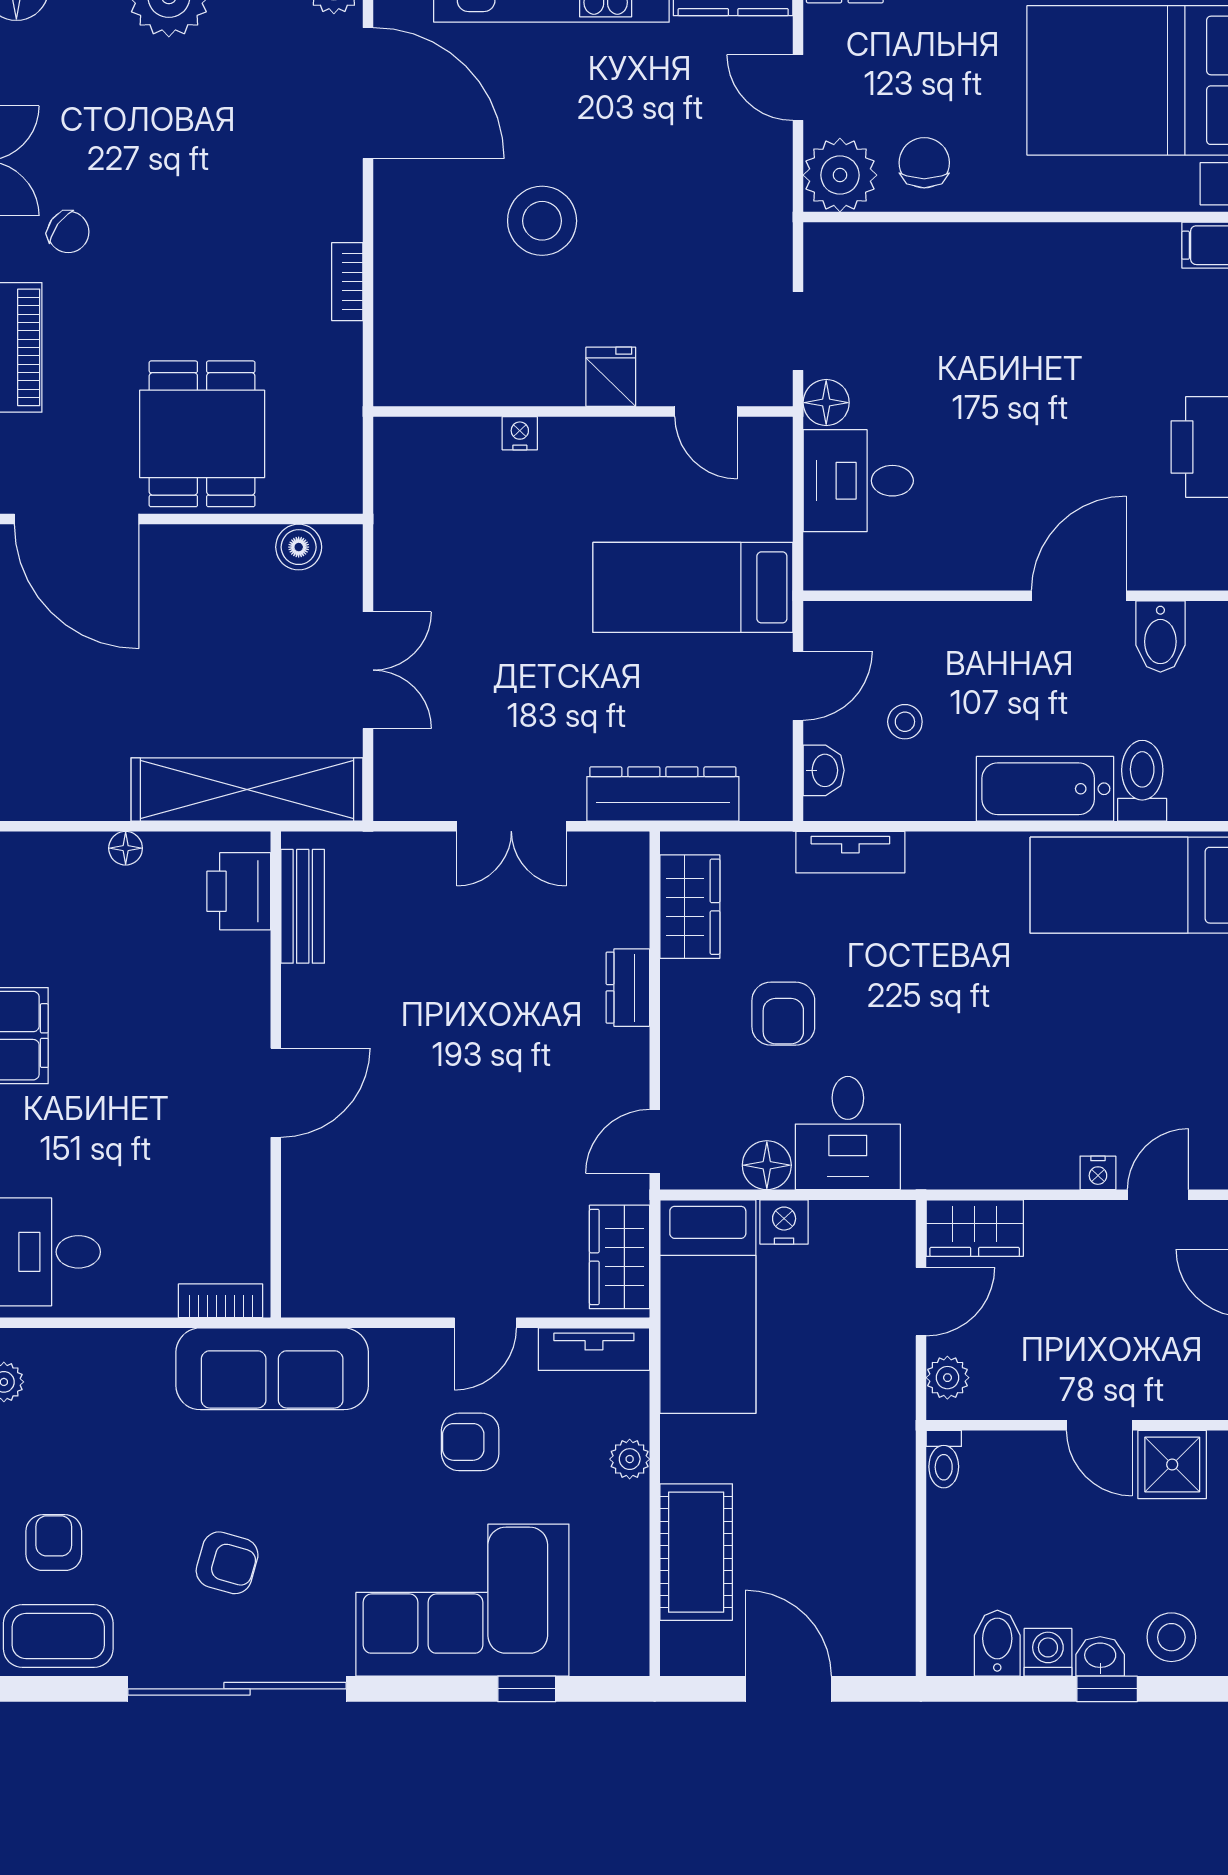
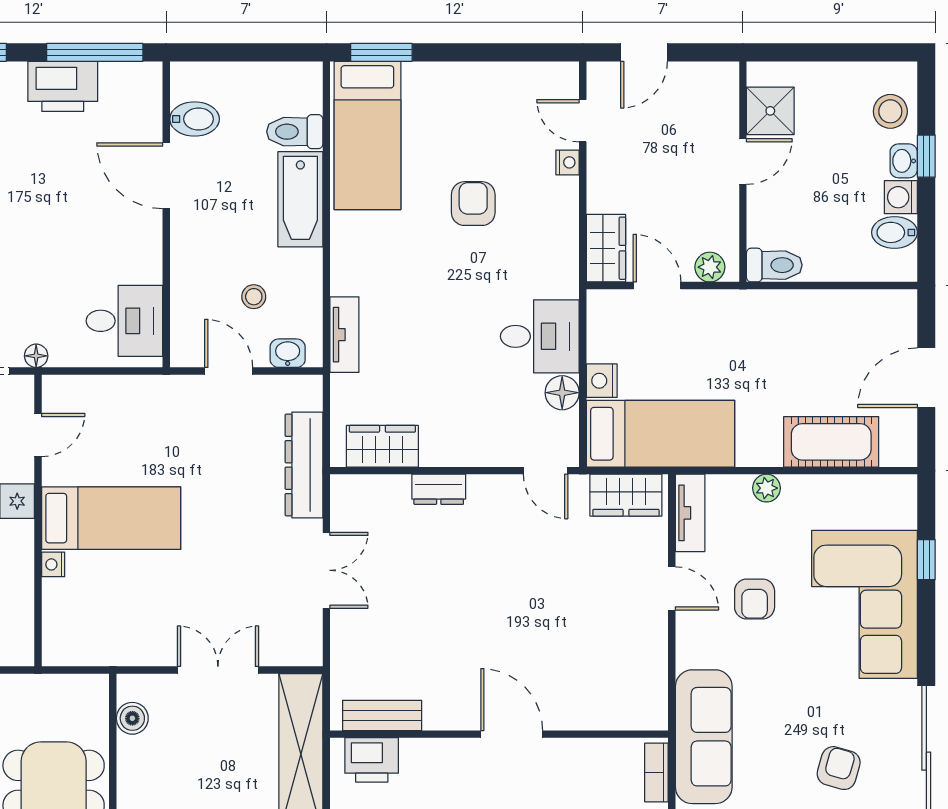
floor lamp: (826, 403) -> (36, 356), width x0.73, depth x0.73
desk: (858, 481) -> (124, 321), moved, turned -90
bed: (693, 587) -> (111, 518), moved, turned -90
armchair: (783, 1014) -> (473, 204), moved, turned -90
toilet: (944, 1459) -> (774, 265), width x1.37, depth x1.39

